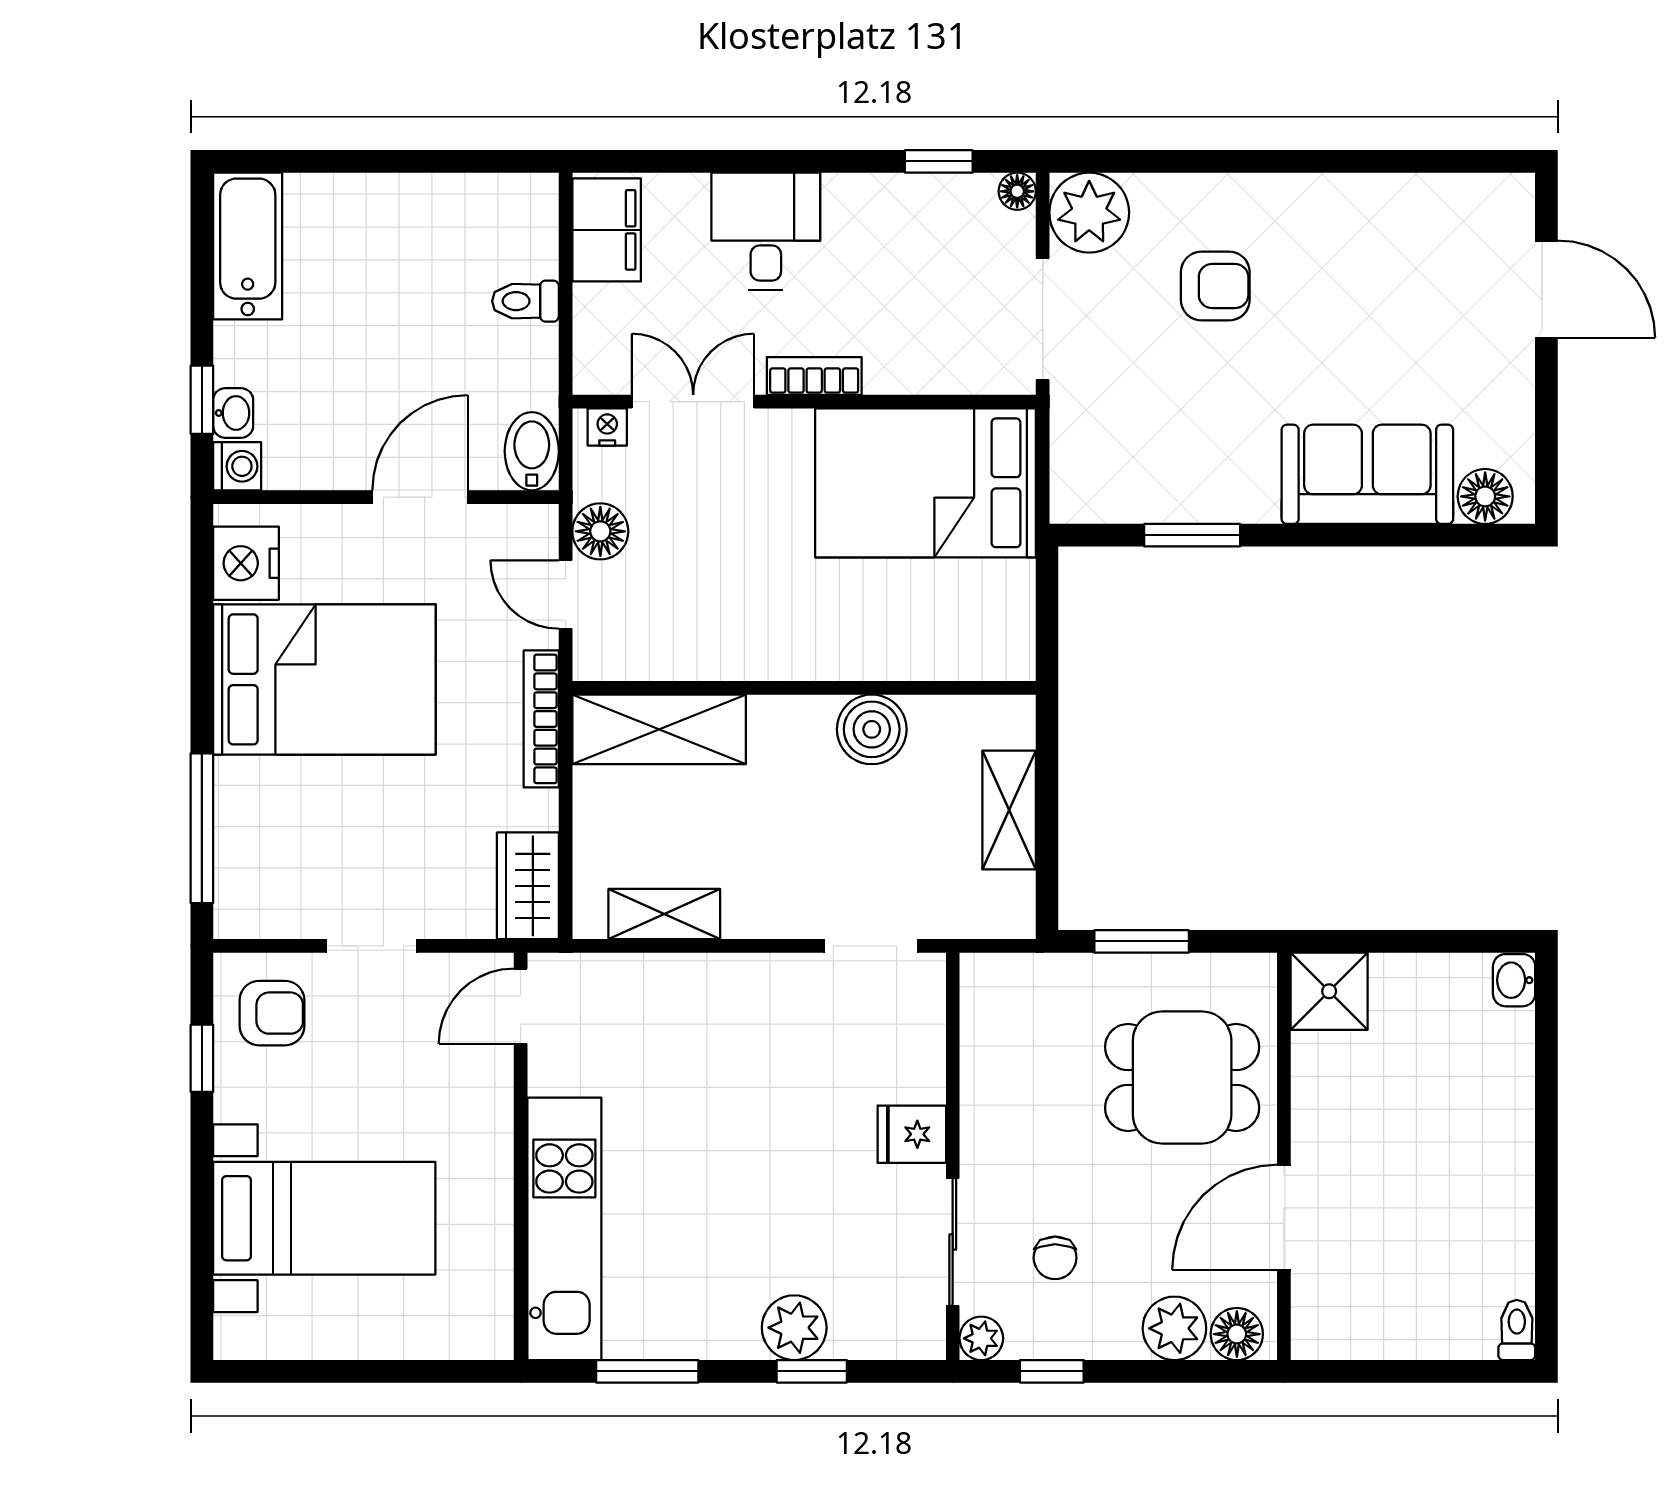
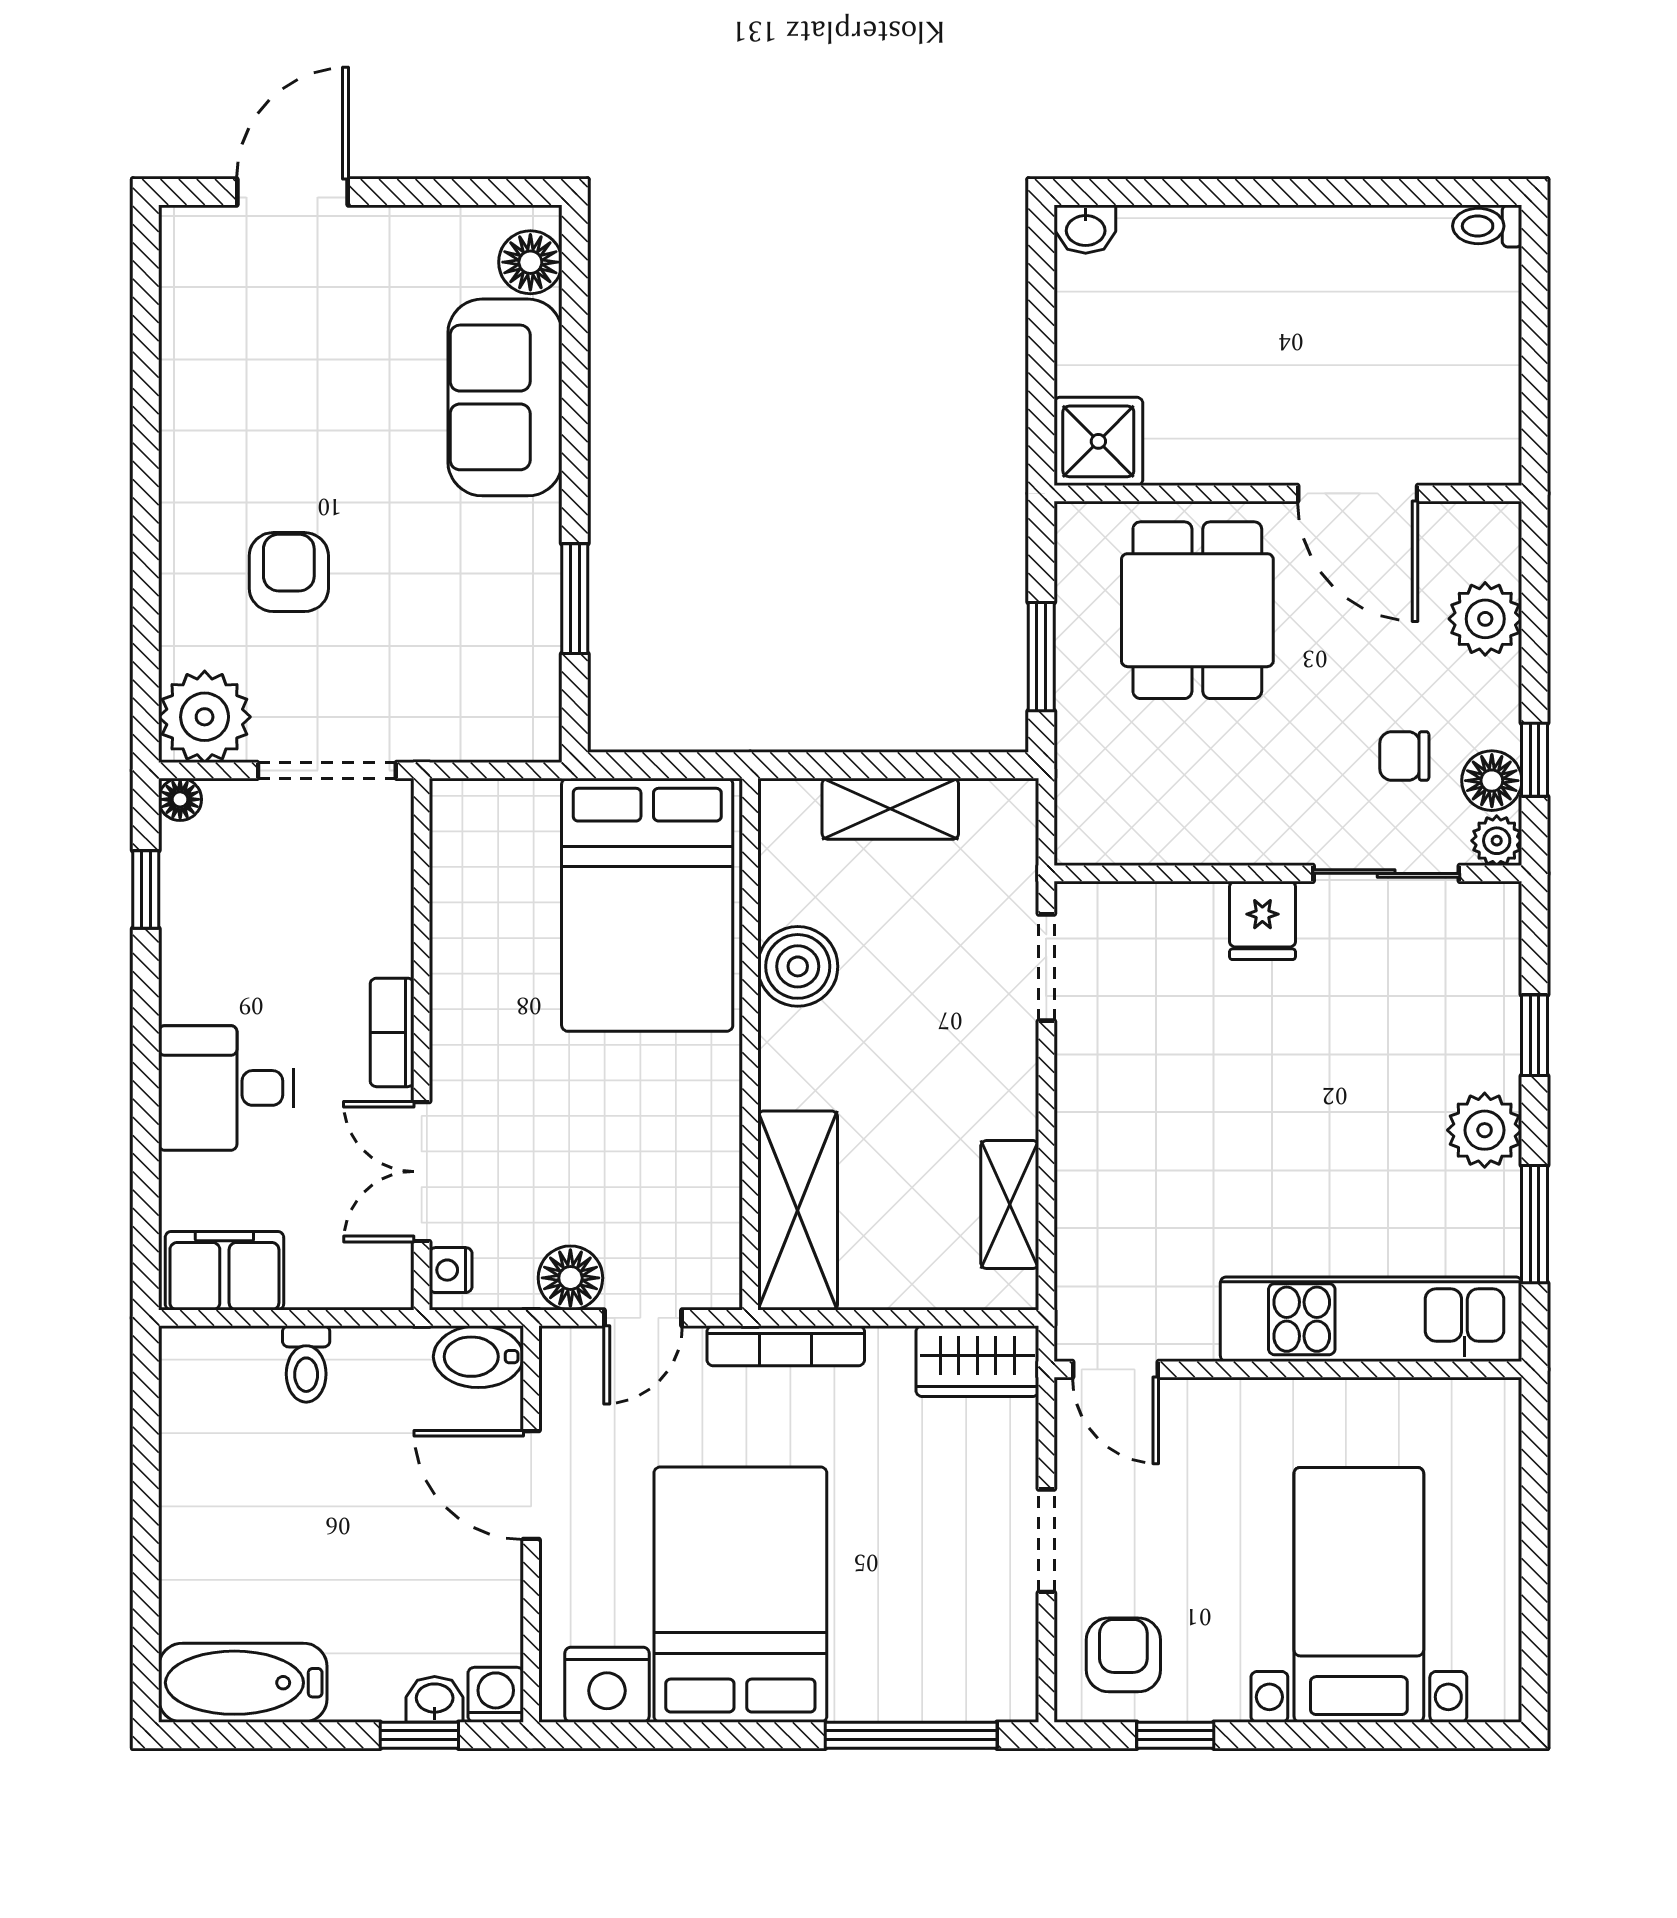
bed: (925, 483) -> (647, 905), moved
chair: (1055, 1258) -> (1404, 756), turned 180
plant: (794, 1328) -> (1485, 1130), moved
floor lamp: (1237, 1334) -> (1492, 781), moved

